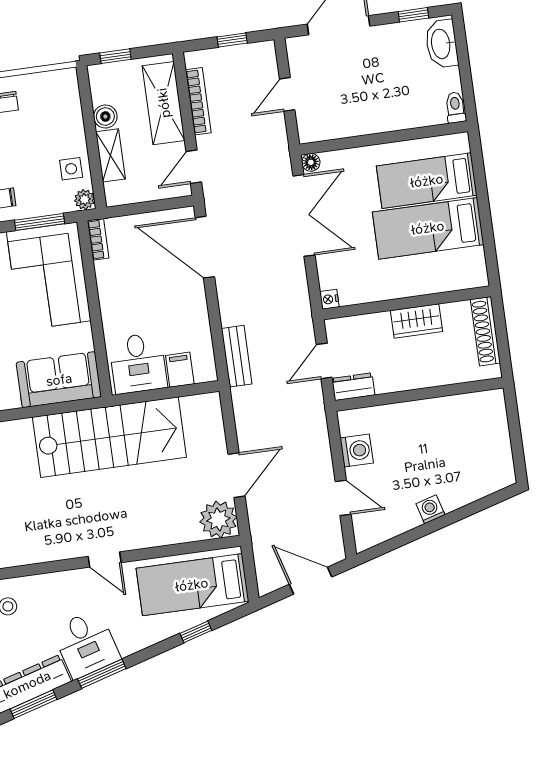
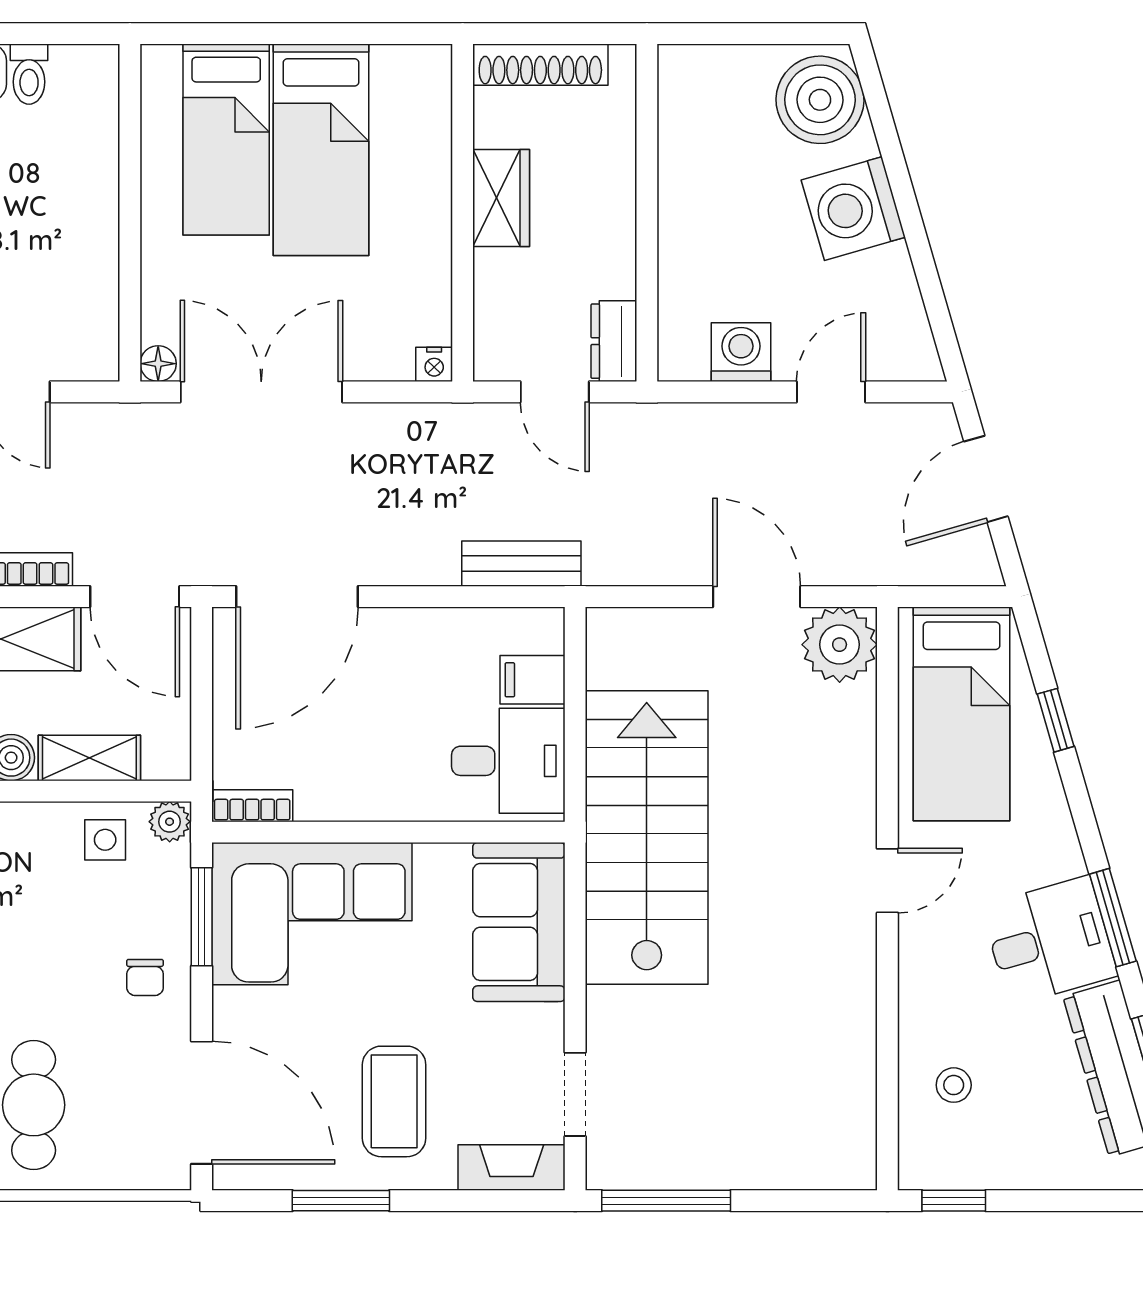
toilet: (455, 107) -> (29, 74), moved, turned -90
door: (194, 167) -> (135, 597), width x1.38
boiler: (487, 472) -> (820, 100), added
washing machine: (430, 509) -> (853, 209), width x1.89, depth x1.89

